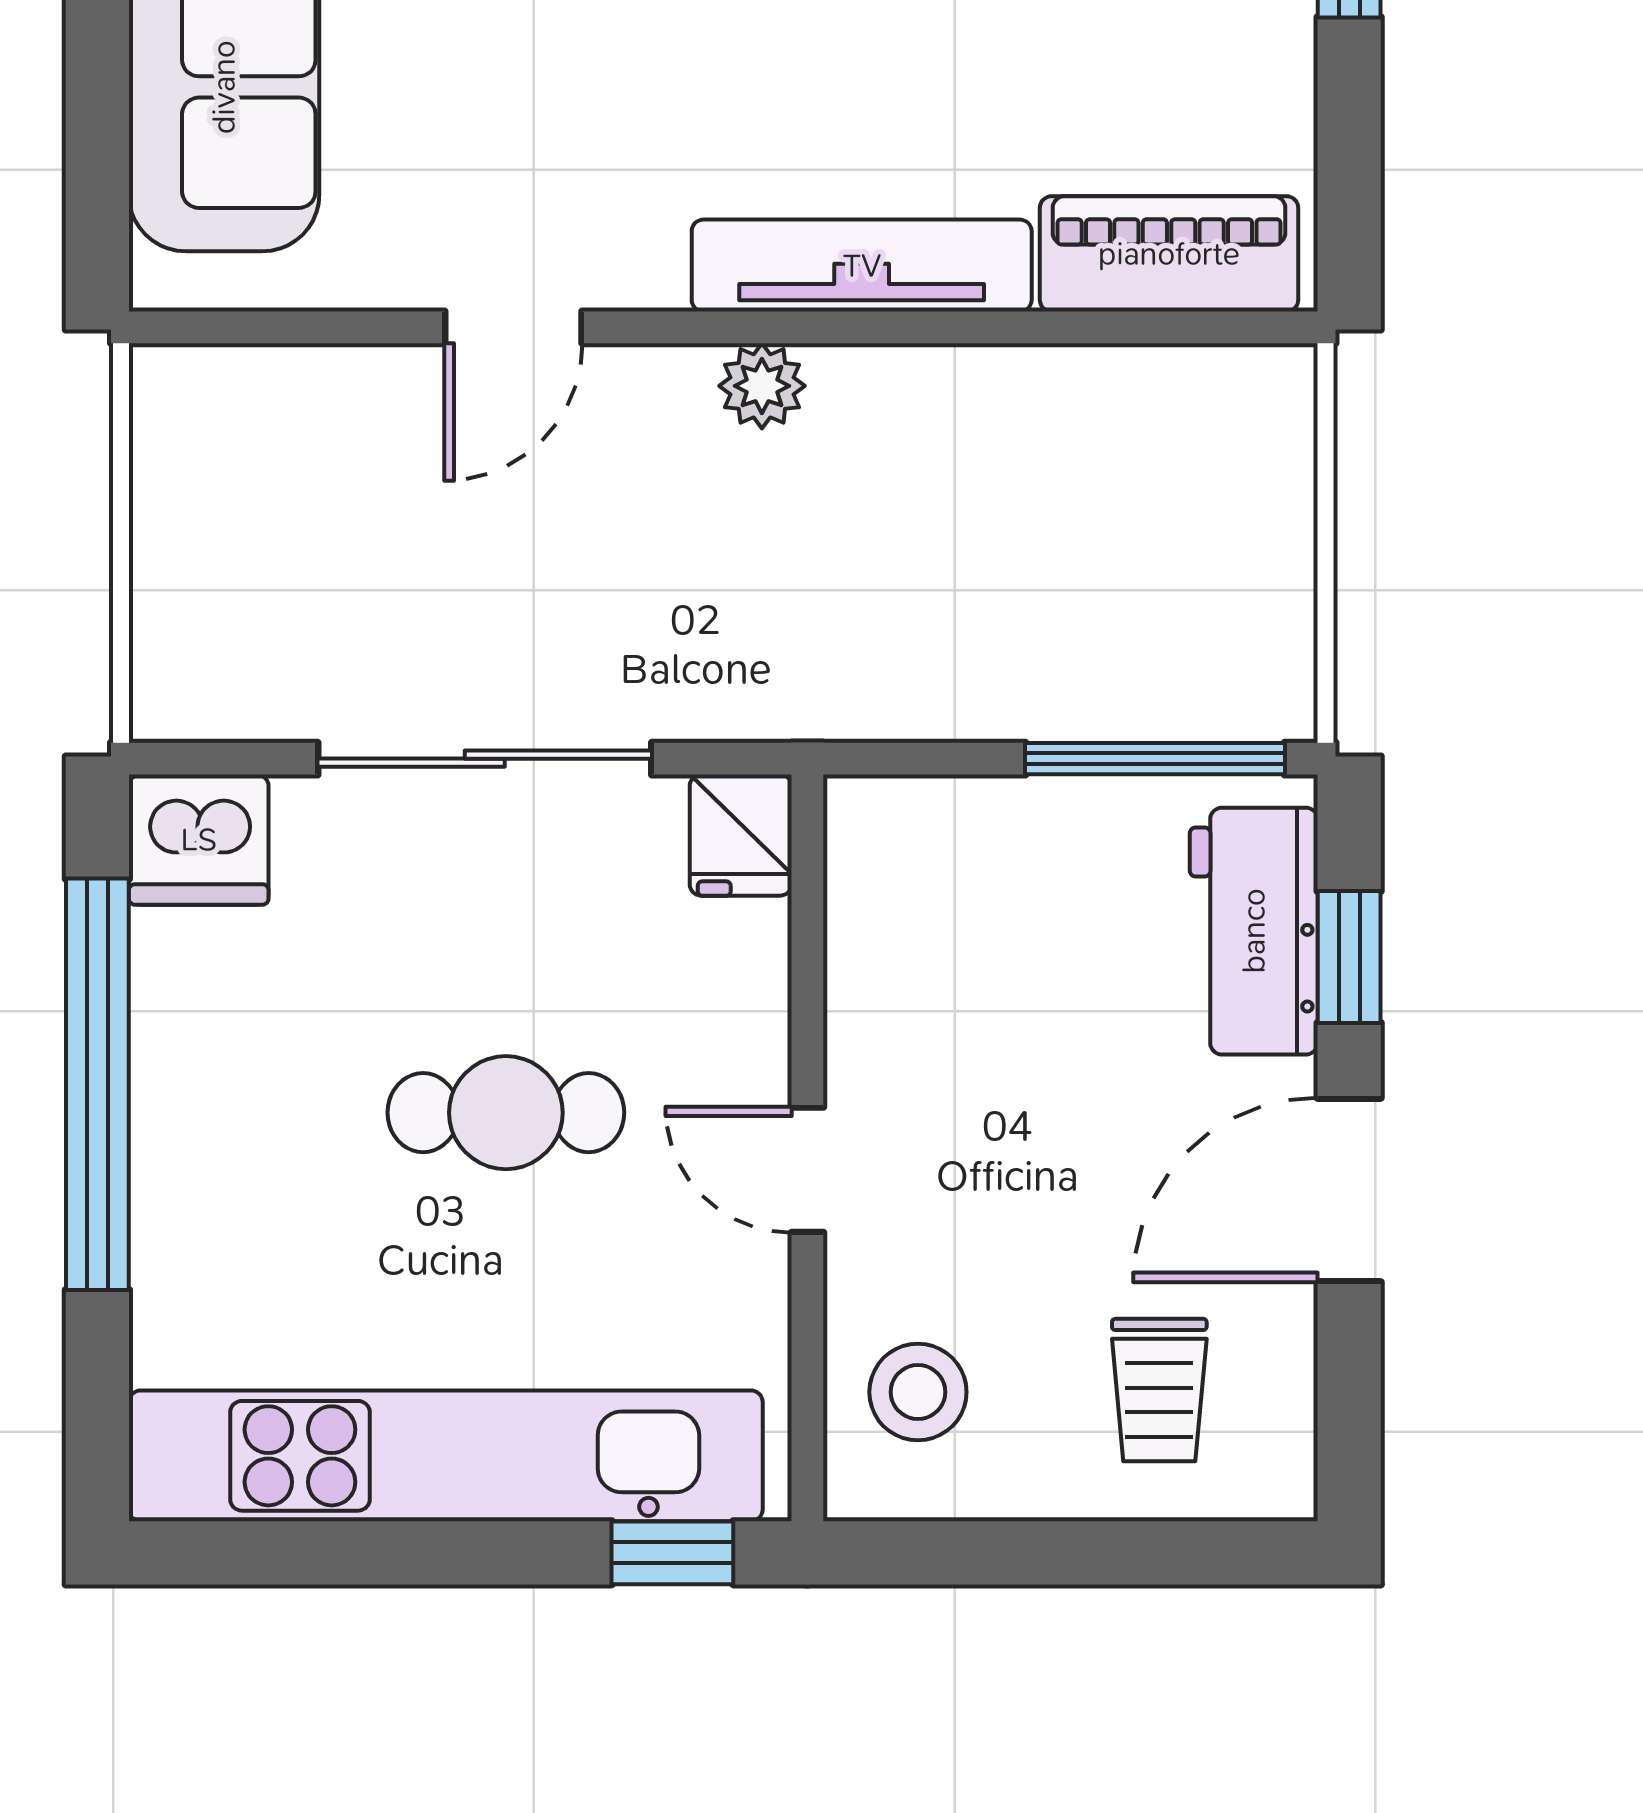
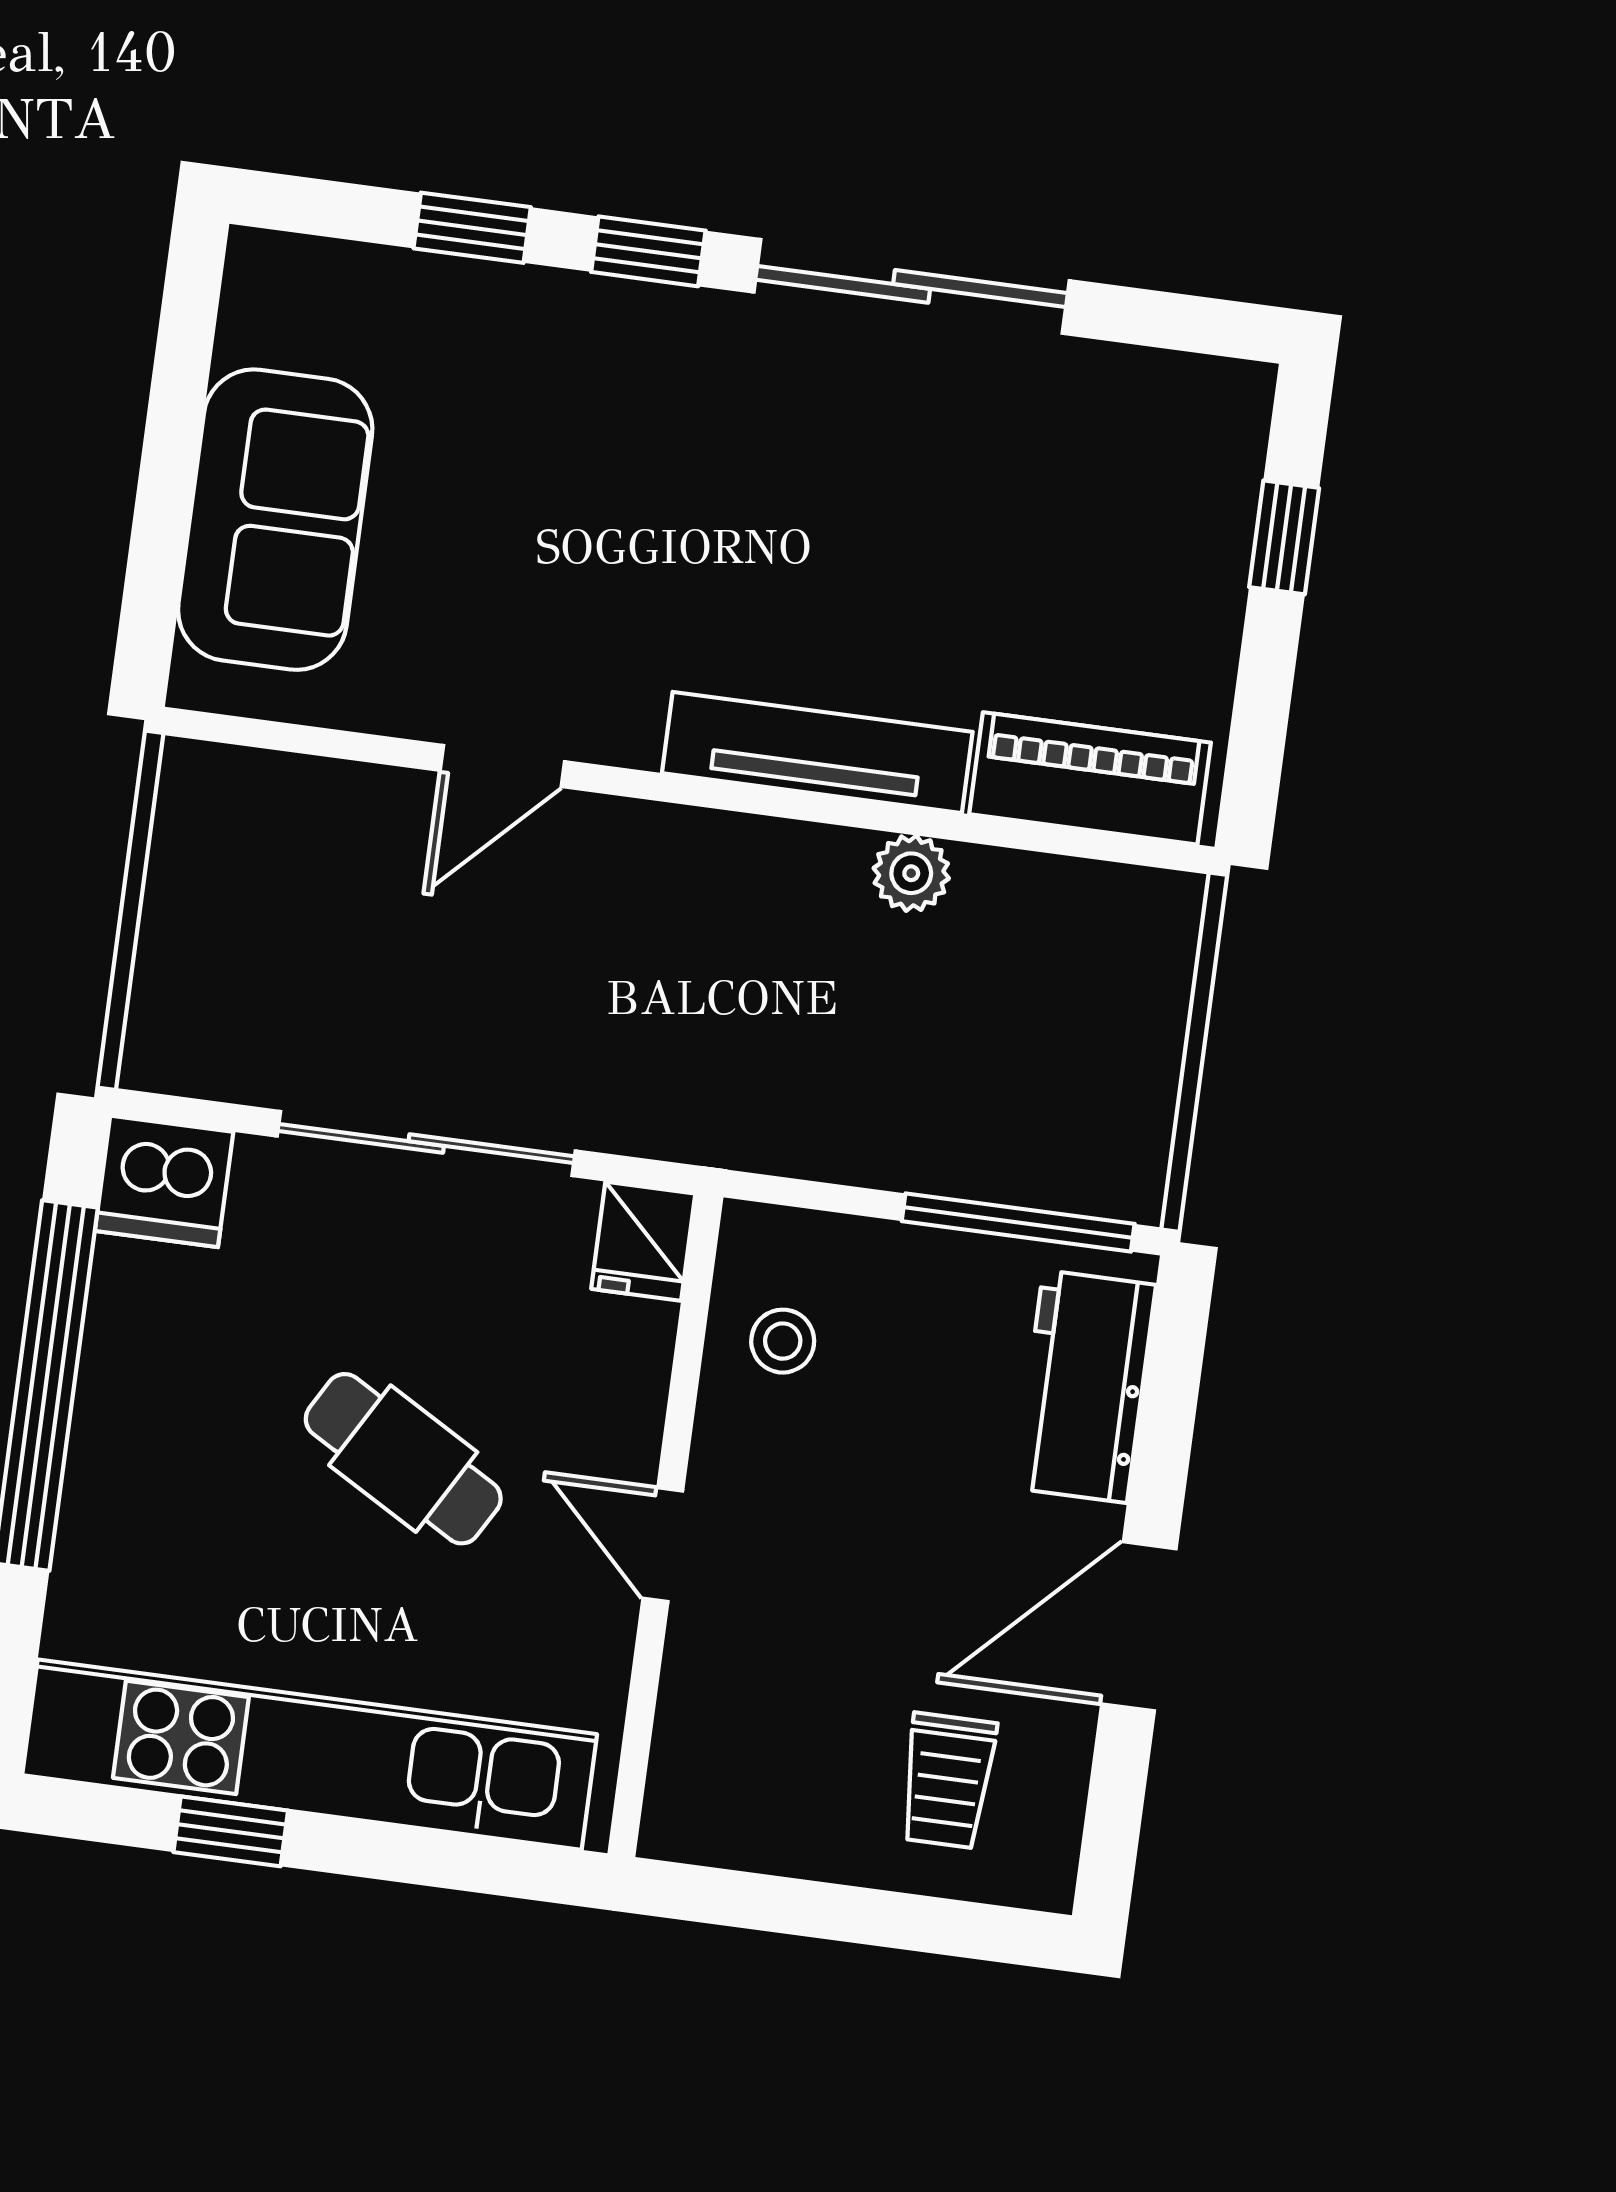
plant: (762, 386) -> (911, 873), moved
window: (1349, 957) -> (1166, 1421), removed
cafe table: (506, 1113) -> (403, 1459), turned 30
stool: (918, 1392) -> (783, 1341), moved, width x0.73, depth x0.73
window: (672, 1553) -> (231, 1831), moved

